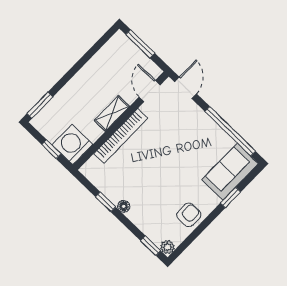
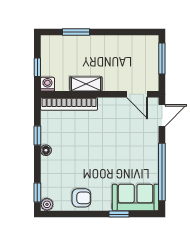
door: (150, 91) -> (137, 94), swing flipped
window: (40, 105) -> (76, 32), moved
shelving: (112, 113) -> (86, 84), moved
bookcase: (121, 136) -> (69, 104), moved
washing machine: (72, 145) -> (47, 84), width x0.53, depth x0.53

